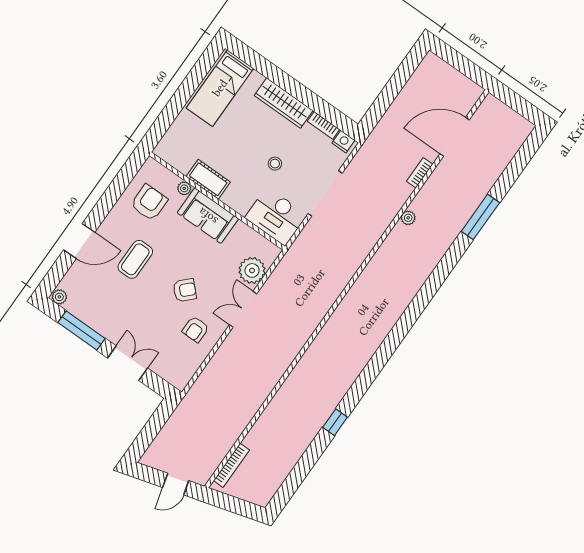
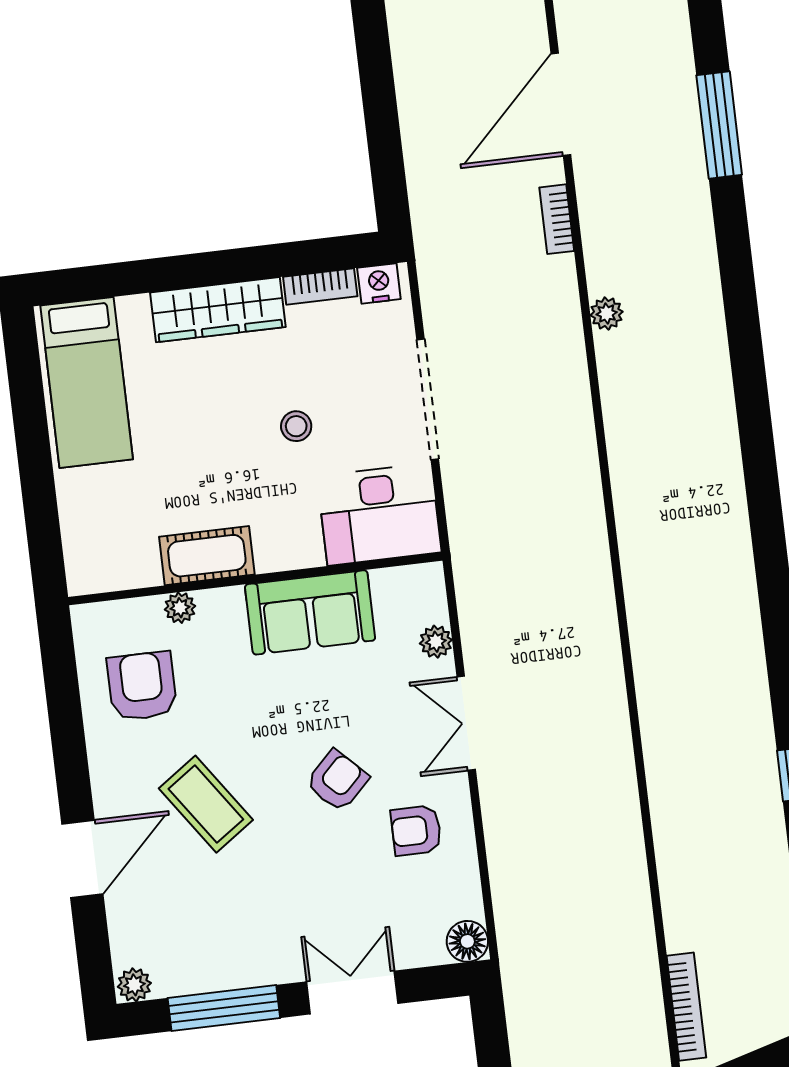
sofa: (208, 216) -> (310, 612), moved
window: (480, 217) -> (719, 125), moved
coffee table: (135, 259) -> (206, 804), turned -35
plant: (252, 270) -> (436, 642), width x0.53, depth x0.53
armchair: (196, 329) -> (416, 830), turned 90
floor lamp: (180, 380) -> (467, 941), added

